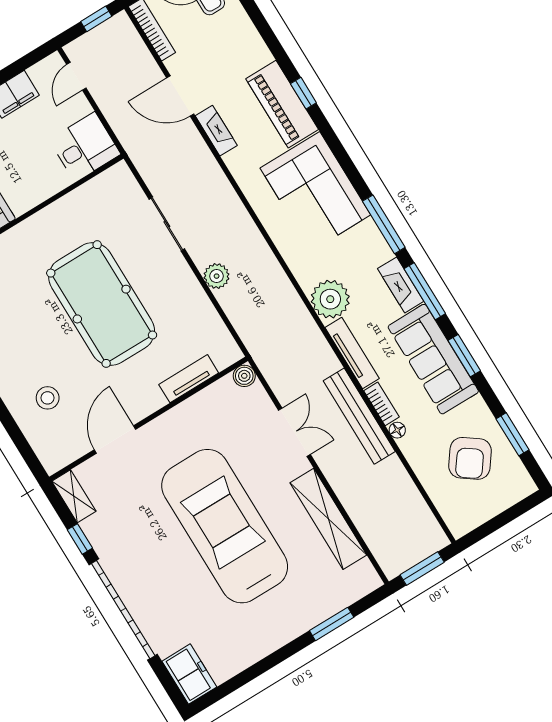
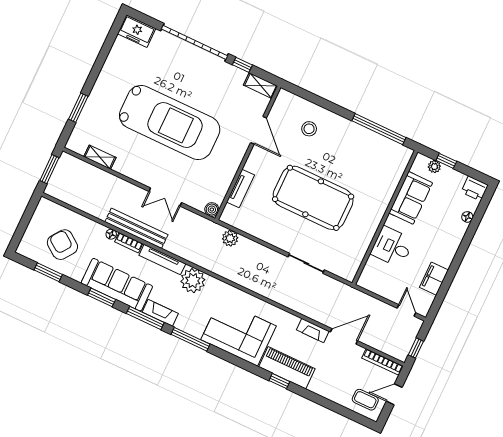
desk: (85, 147) -> (392, 247), moved, turned 90
plant: (217, 276) -> (230, 238), moved
shelving: (328, 519) -> (100, 157), width x0.45, depth x0.75

